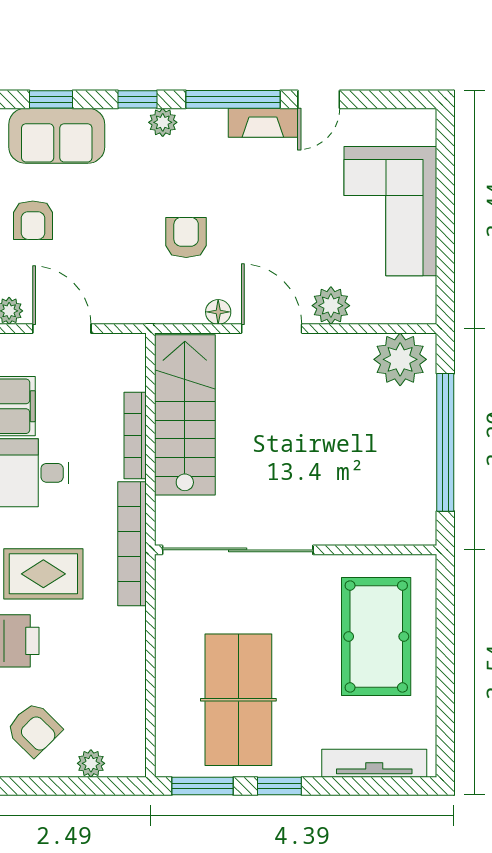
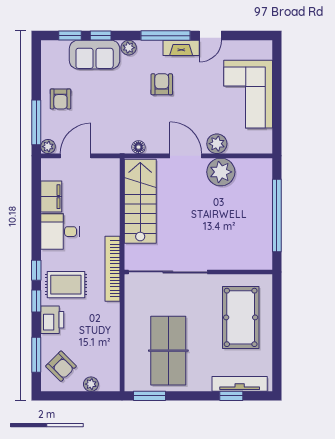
window: (137, 99) -> (101, 36), moved
sofa: (57, 136) -> (95, 55), moved
armchair: (186, 237) -> (162, 84), moved
floor lamp: (218, 312) -> (138, 147), moved
door: (62, 329) -> (76, 156), hinge flipped
plant: (400, 359) -> (221, 172), moved
bookcase: (135, 436) -> (114, 212), removed
window: (279, 786) -> (231, 396), moved

